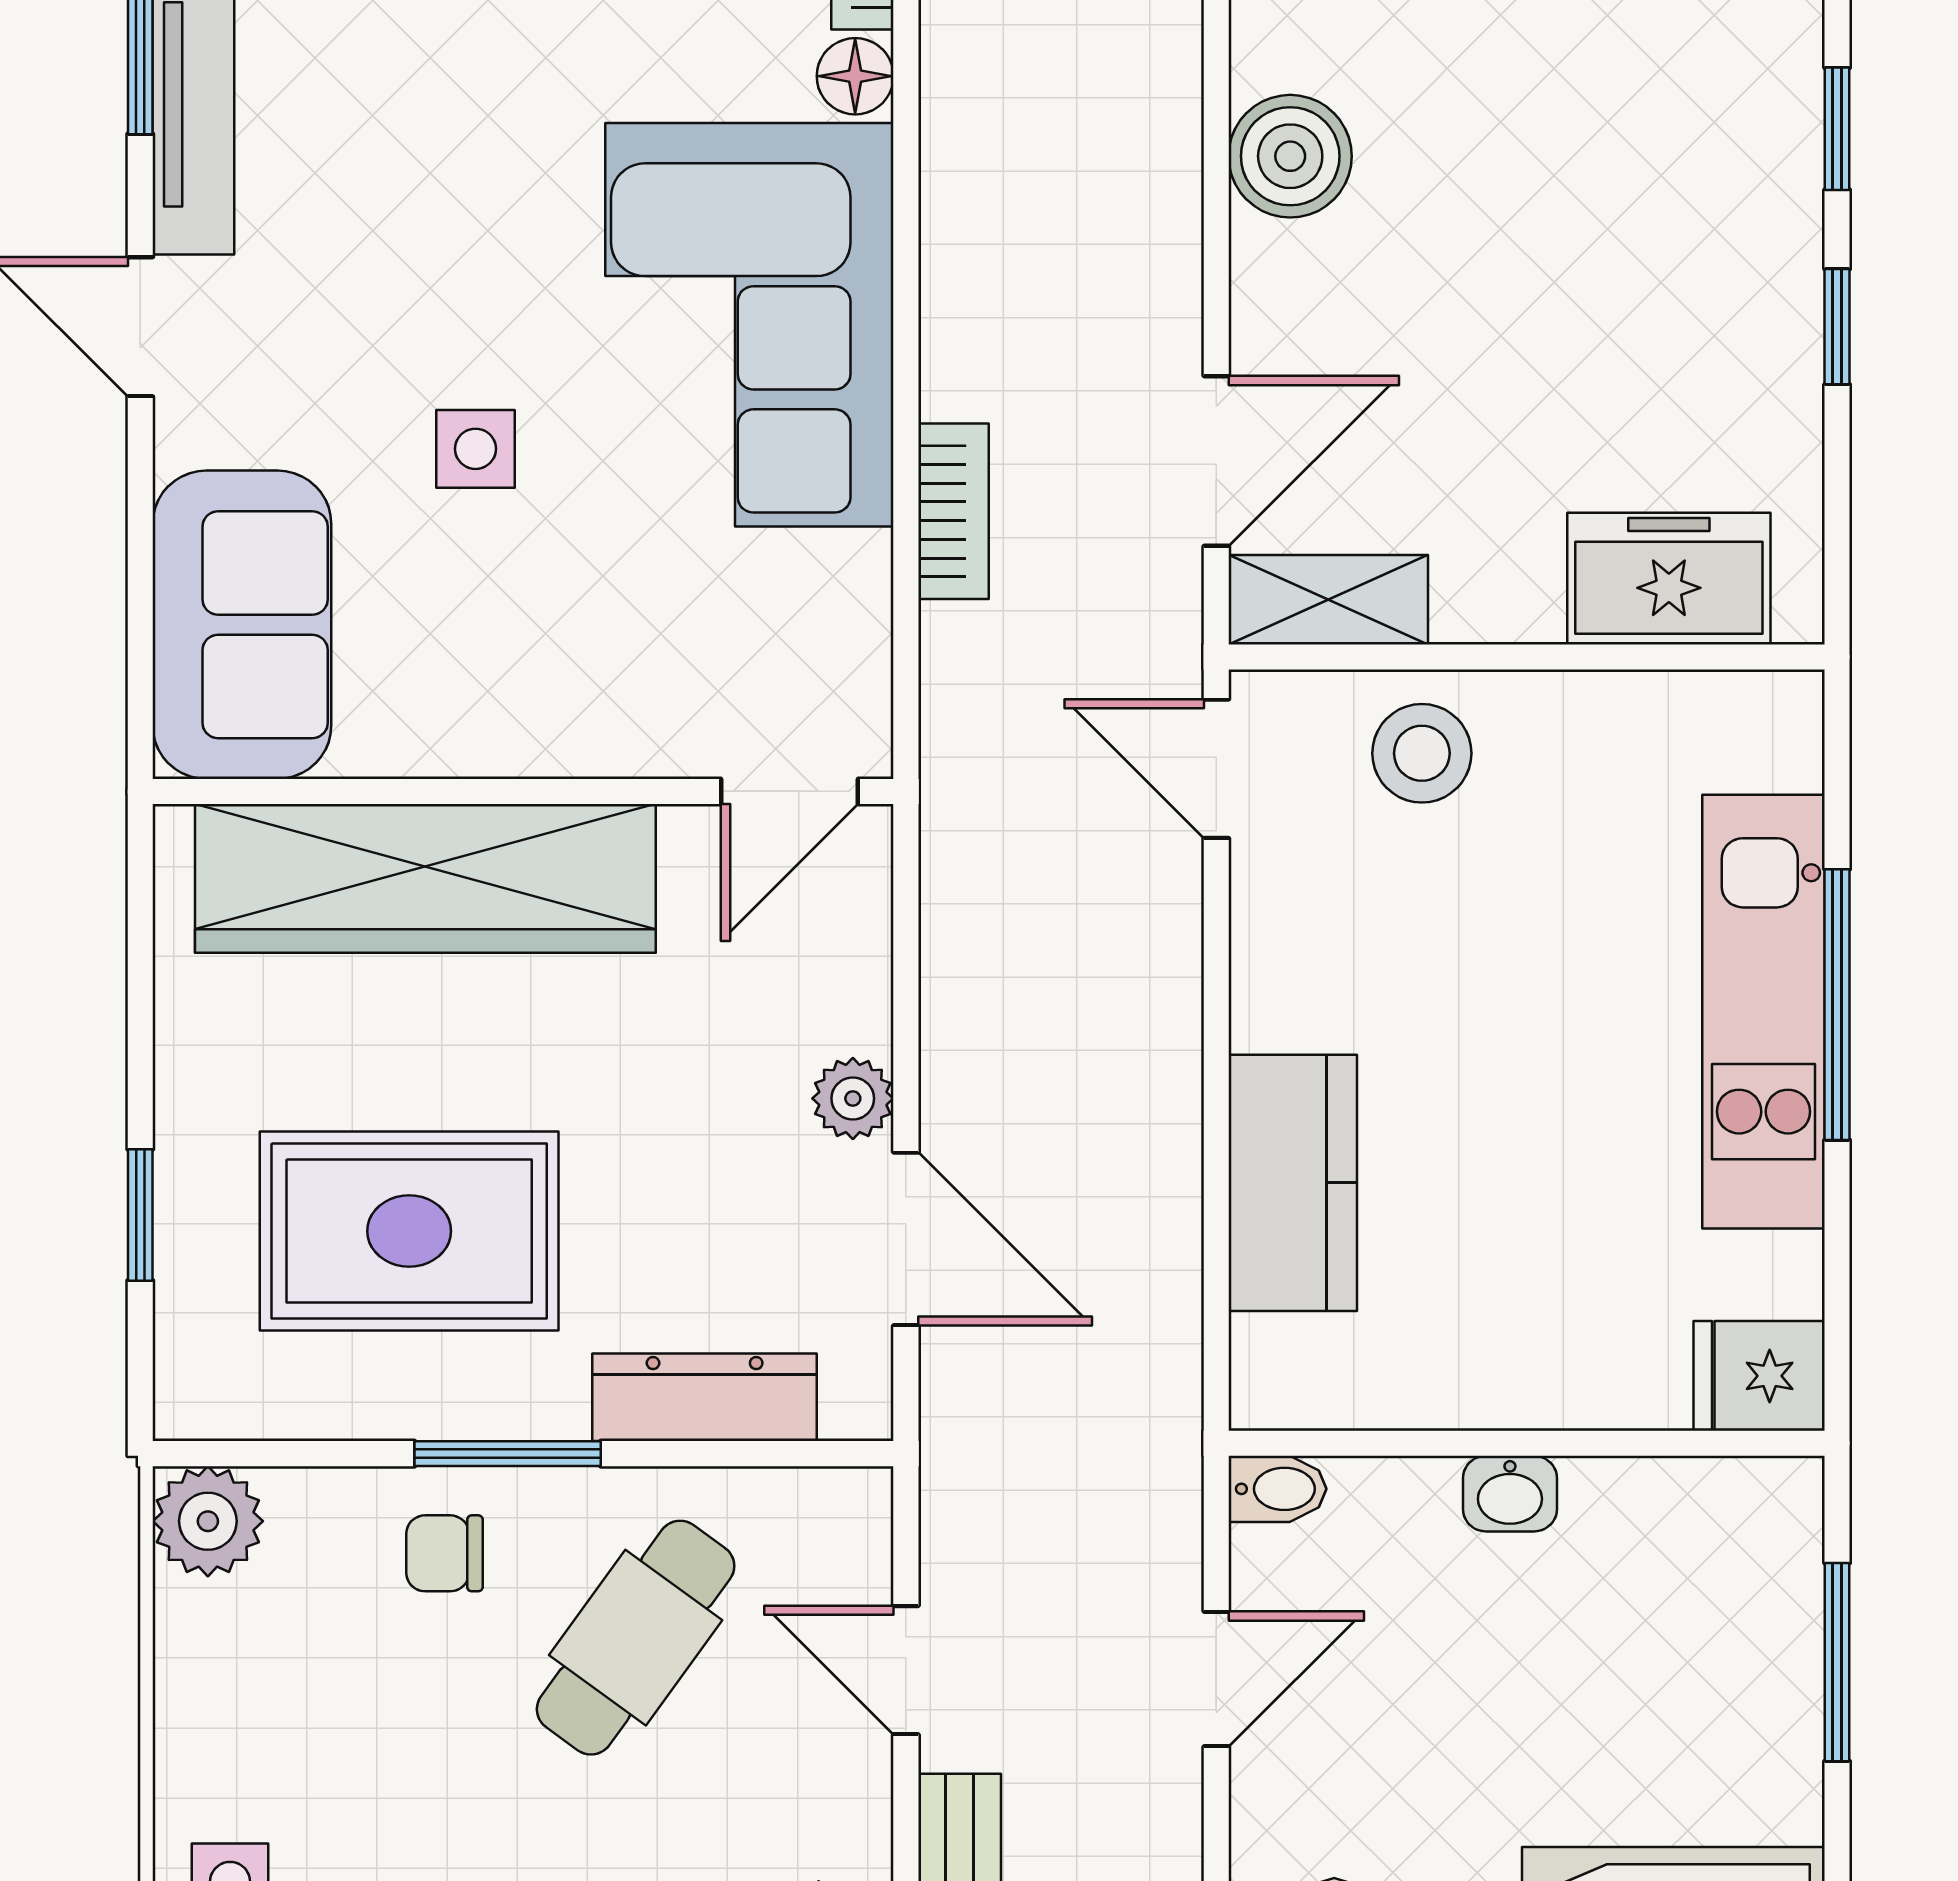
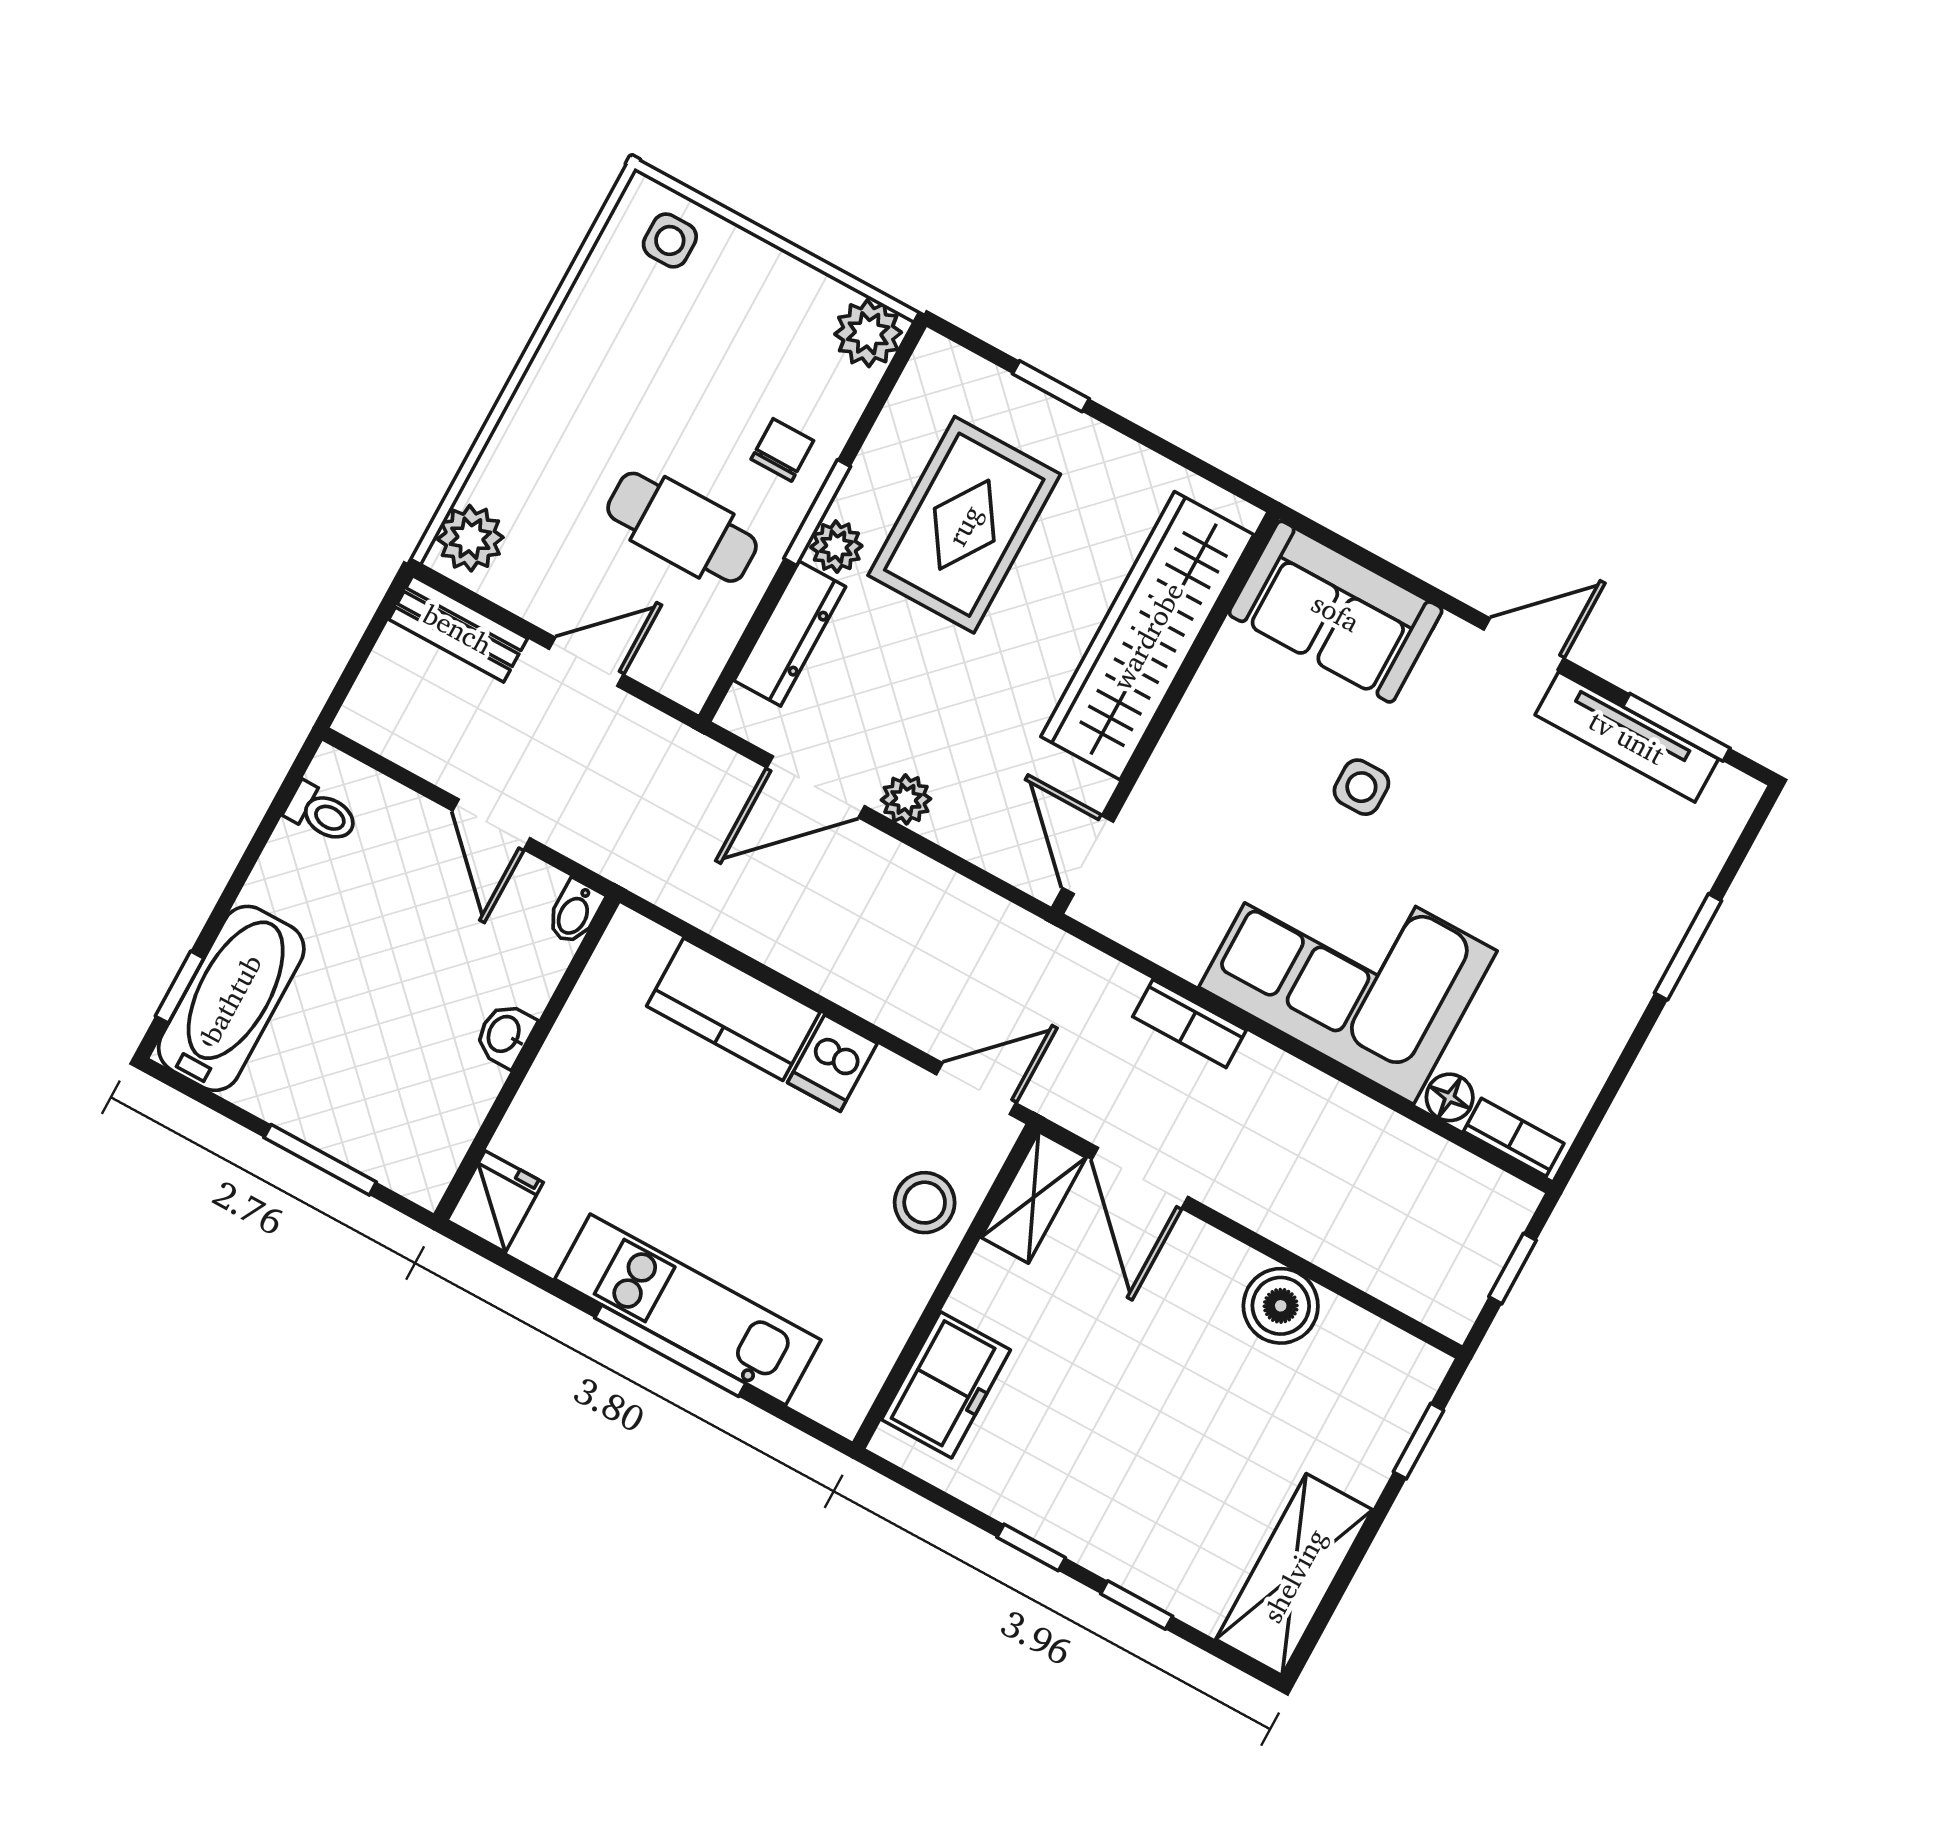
dishwasher: (1293, 997) -> (832, 1063), added
plant: (542, 1399) -> (836, 547), added
cafe table: (636, 1638) -> (682, 527), turned -36

